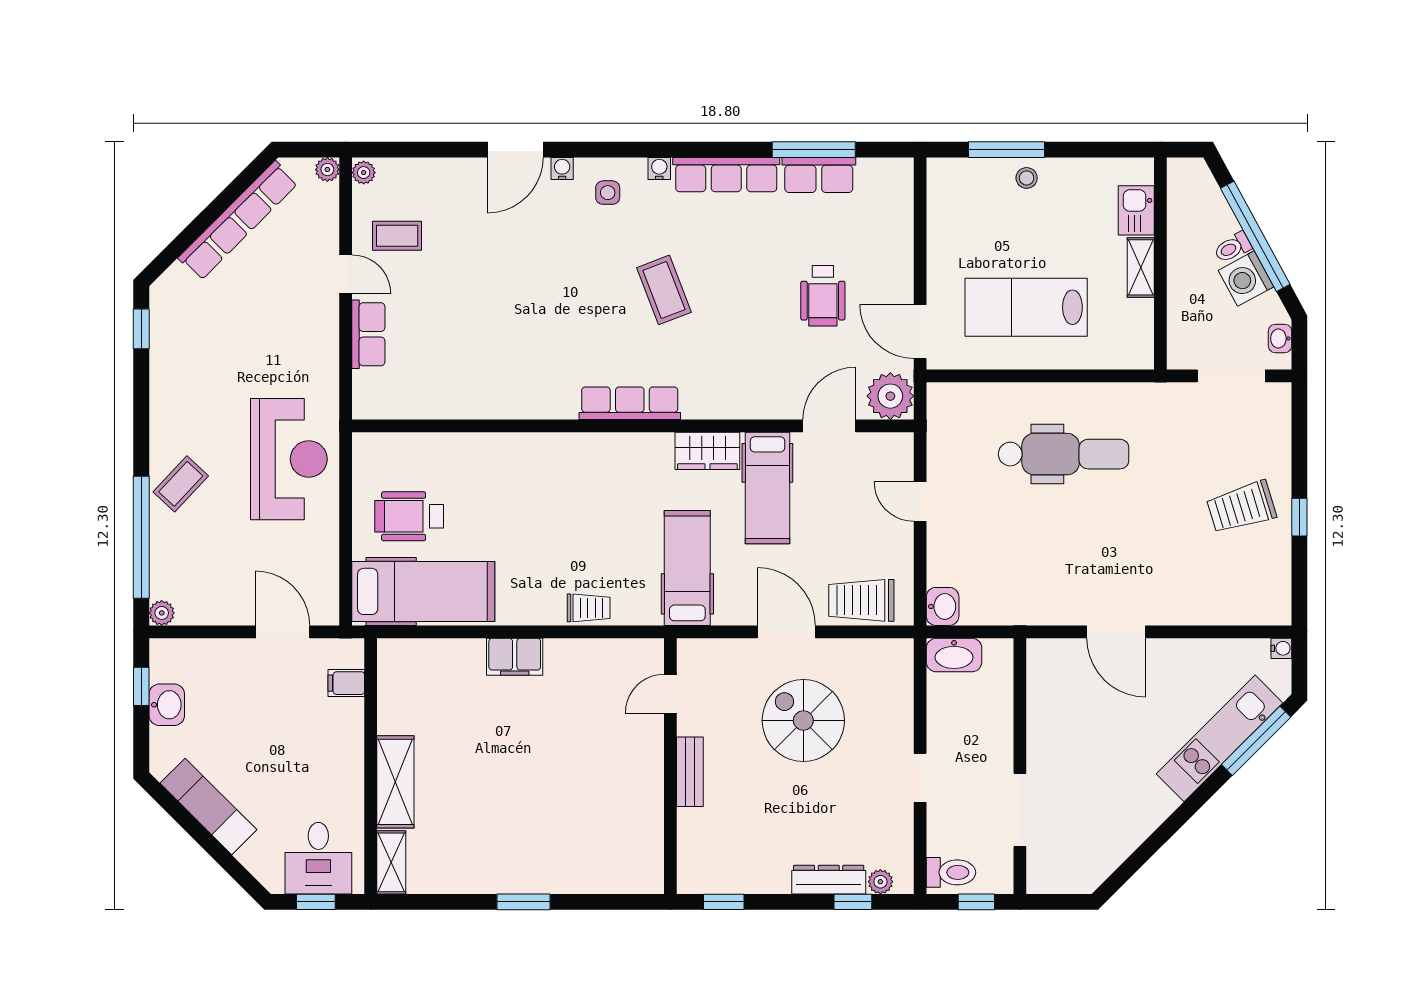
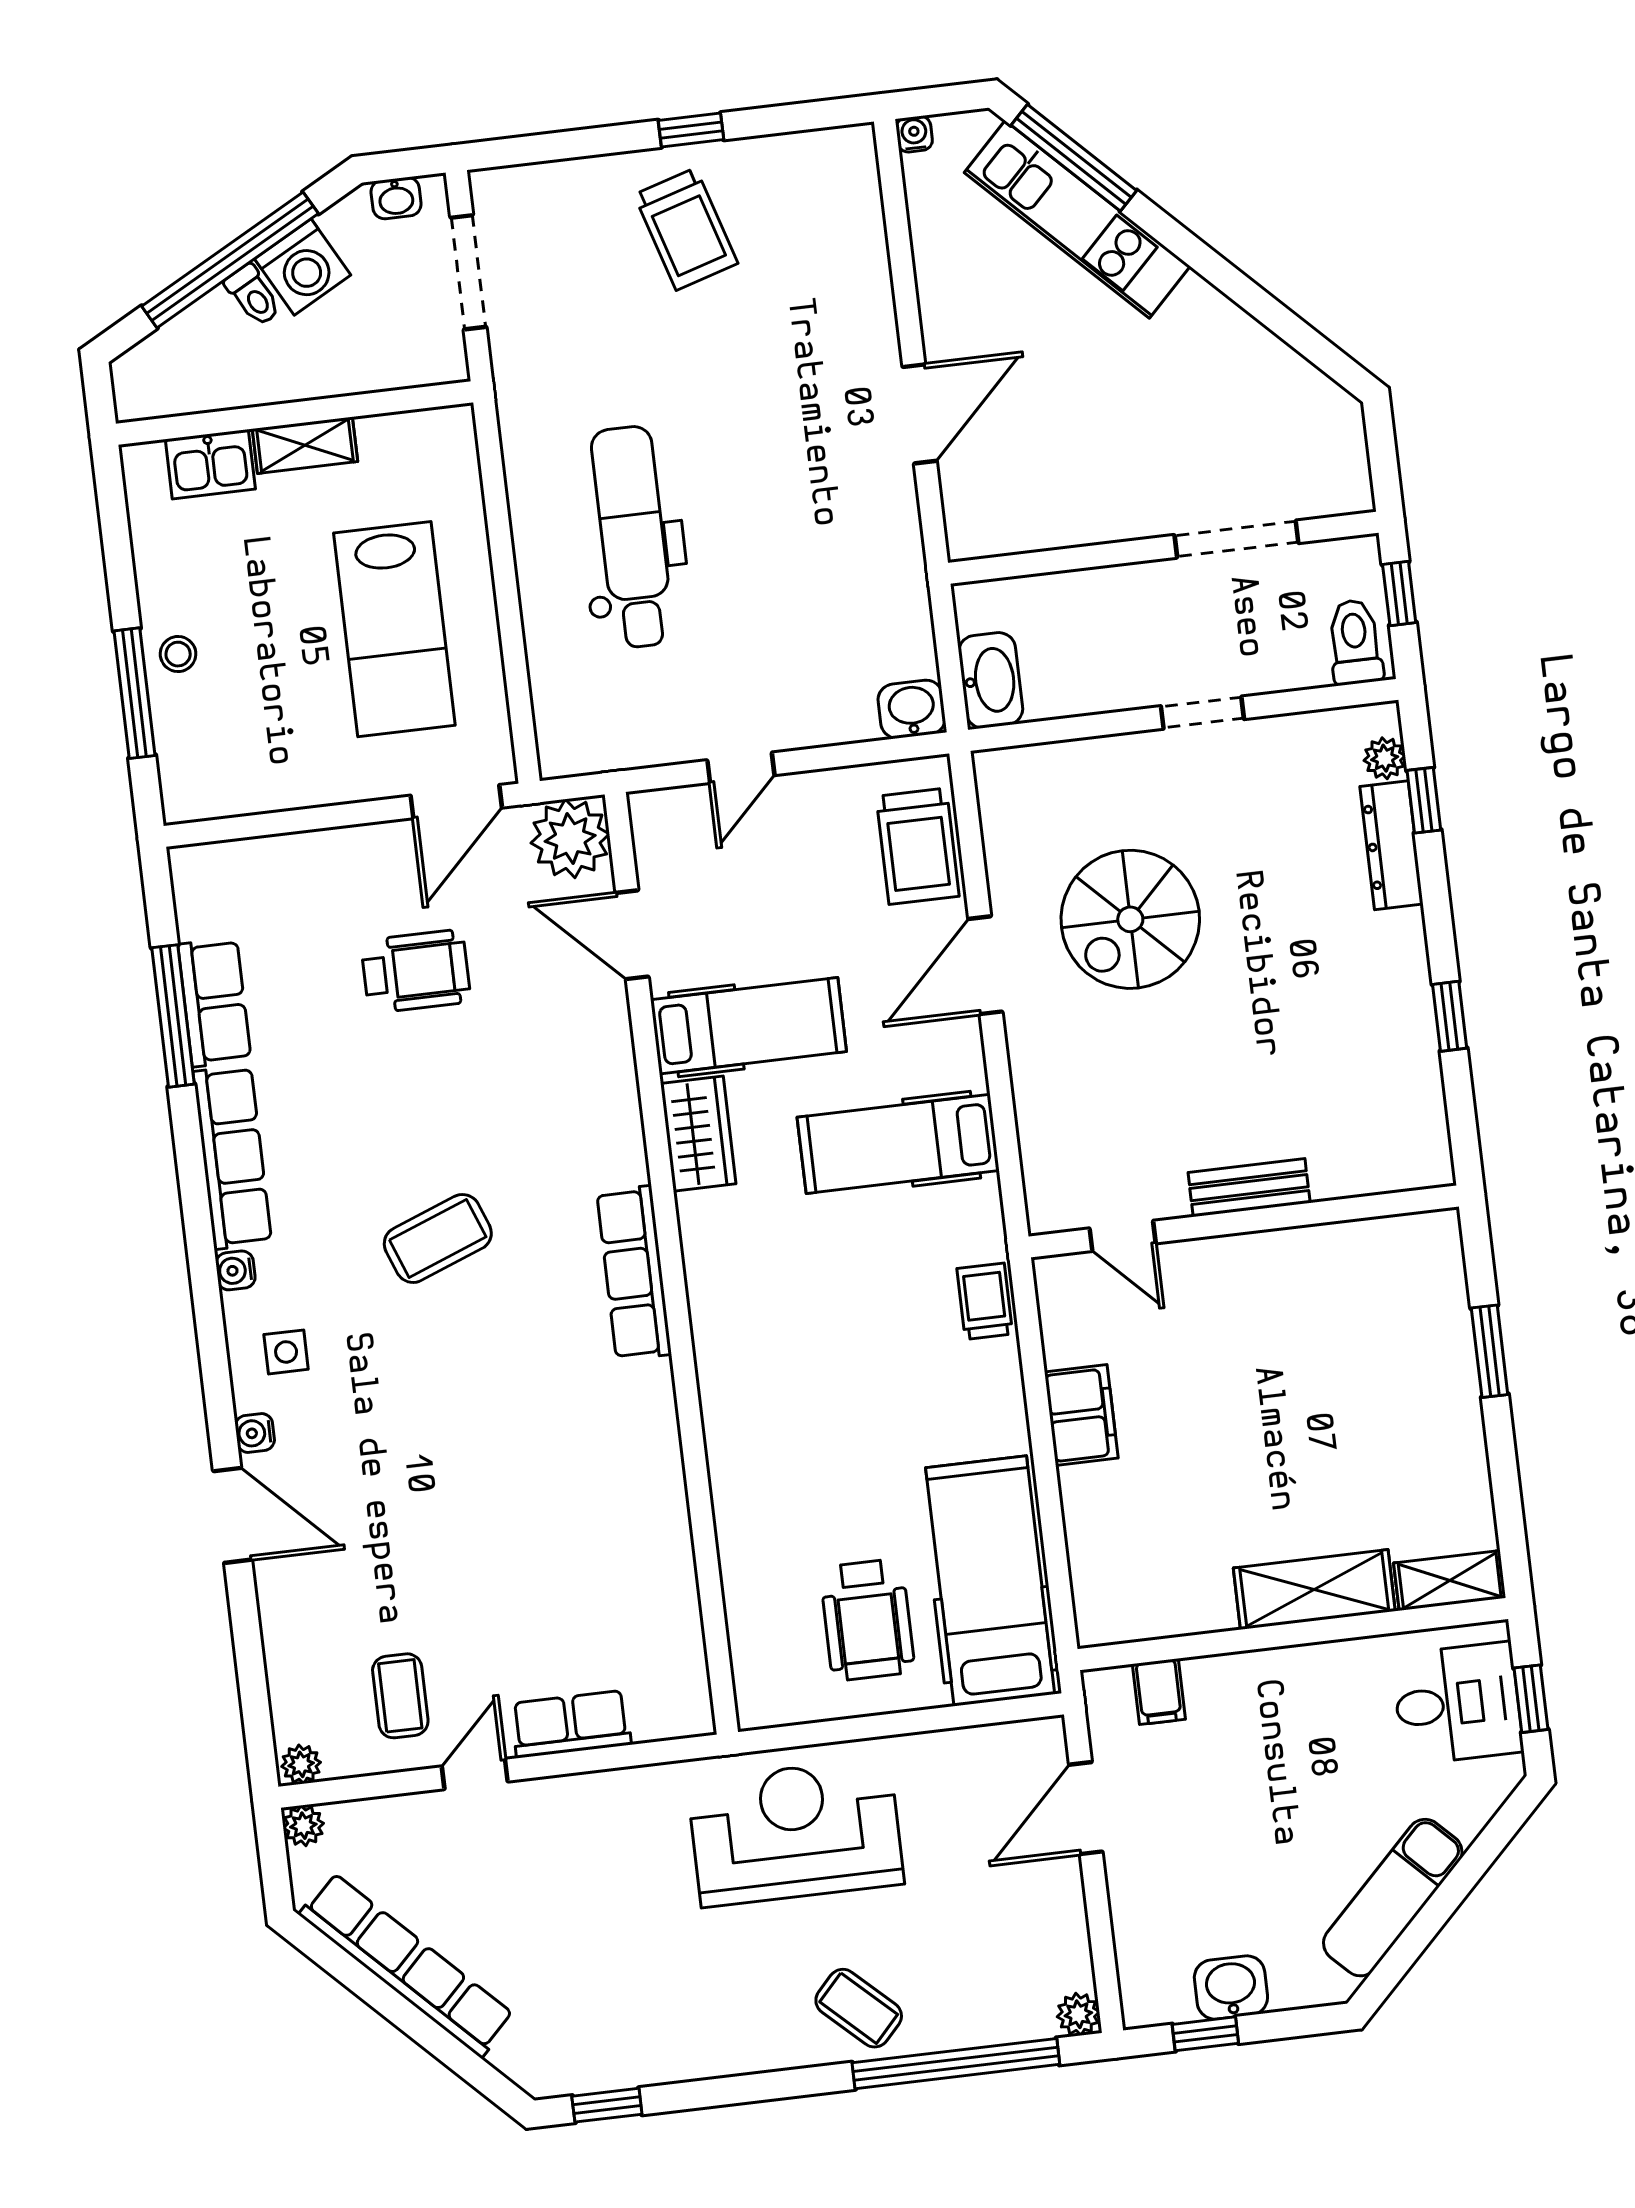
door: (670, 694) -> (1123, 1236), moved
wall: (670, 766) -> (1244, 1221), moved
bench: (690, 772) -> (1249, 1188), moved

